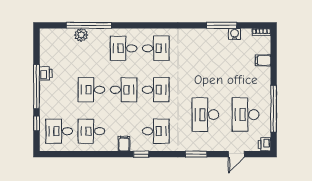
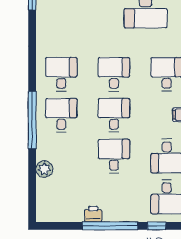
window: (89, 25) -> (32, 120), moved
desk: (124, 48) -> (61, 115), turned 180
desk: (91, 90) -> (114, 156), turned 180

